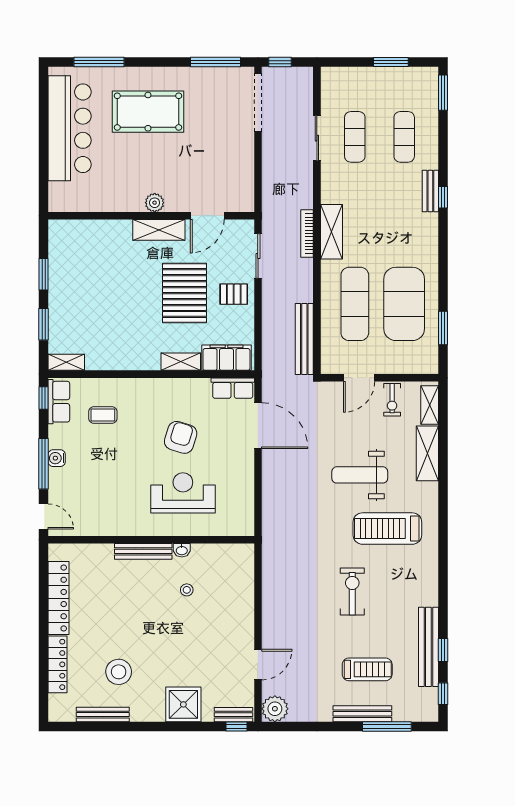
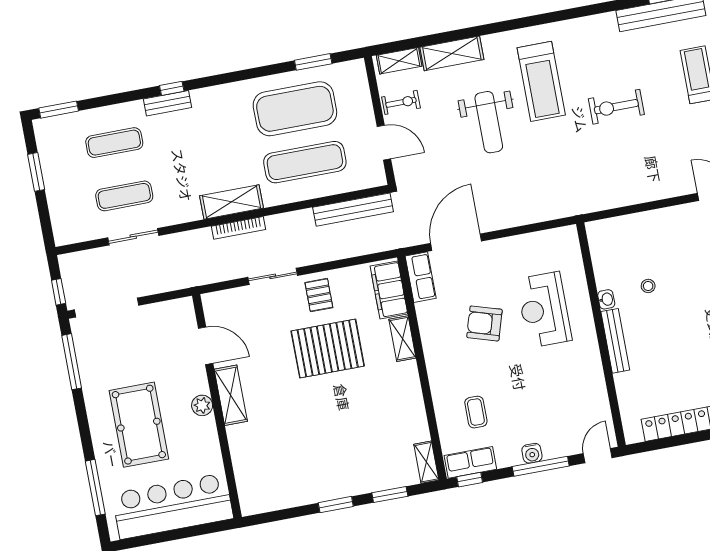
plant: (155, 203) -> (202, 405), moved
wall: (151, 216) -> (217, 406), moved
door: (207, 216) -> (206, 346), moved
shelving: (159, 230) -> (231, 395), moved

